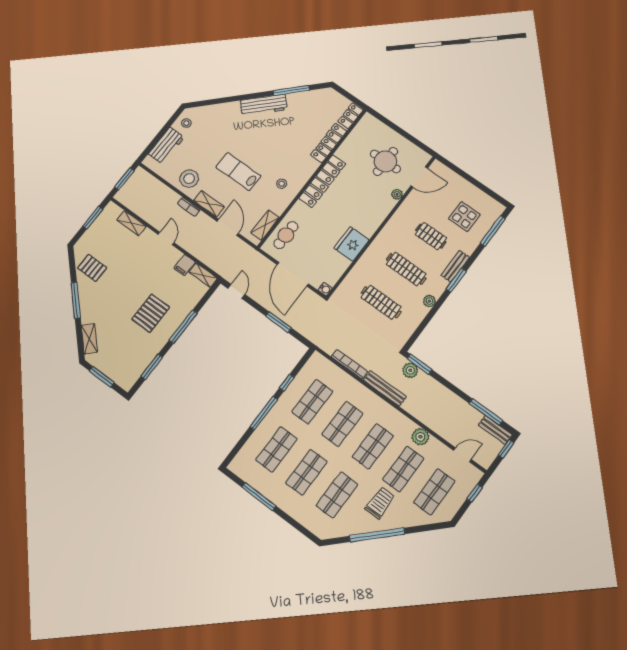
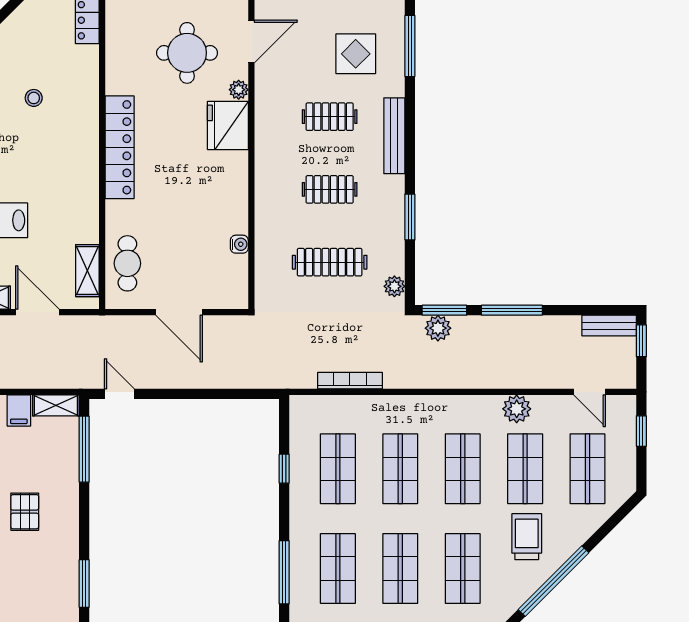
locker: (329, 143) -> (86, 84), removed
stool: (282, 184) -> (34, 98), moved
fridge: (351, 244) -> (228, 125), moved
bench: (455, 266) -> (394, 136), width x1.36
clothes rail: (406, 269) -> (330, 189), width x0.73
door: (293, 274) -> (179, 312), width x0.73
window: (456, 280) -> (410, 217), moved
water cooler: (325, 289) -> (239, 244), moved
plant: (429, 301) -> (394, 286), moved
pallet: (151, 313) -> (25, 512), width x0.67, depth x0.71
window: (279, 322) -> (210, 394), removed
window: (183, 327) -> (84, 449), moved
bench: (385, 388) -> (422, 378), removed
window: (486, 412) -> (512, 310), moved
window: (264, 413) -> (284, 572), moved
door: (462, 455) -> (589, 392), swing flipped

